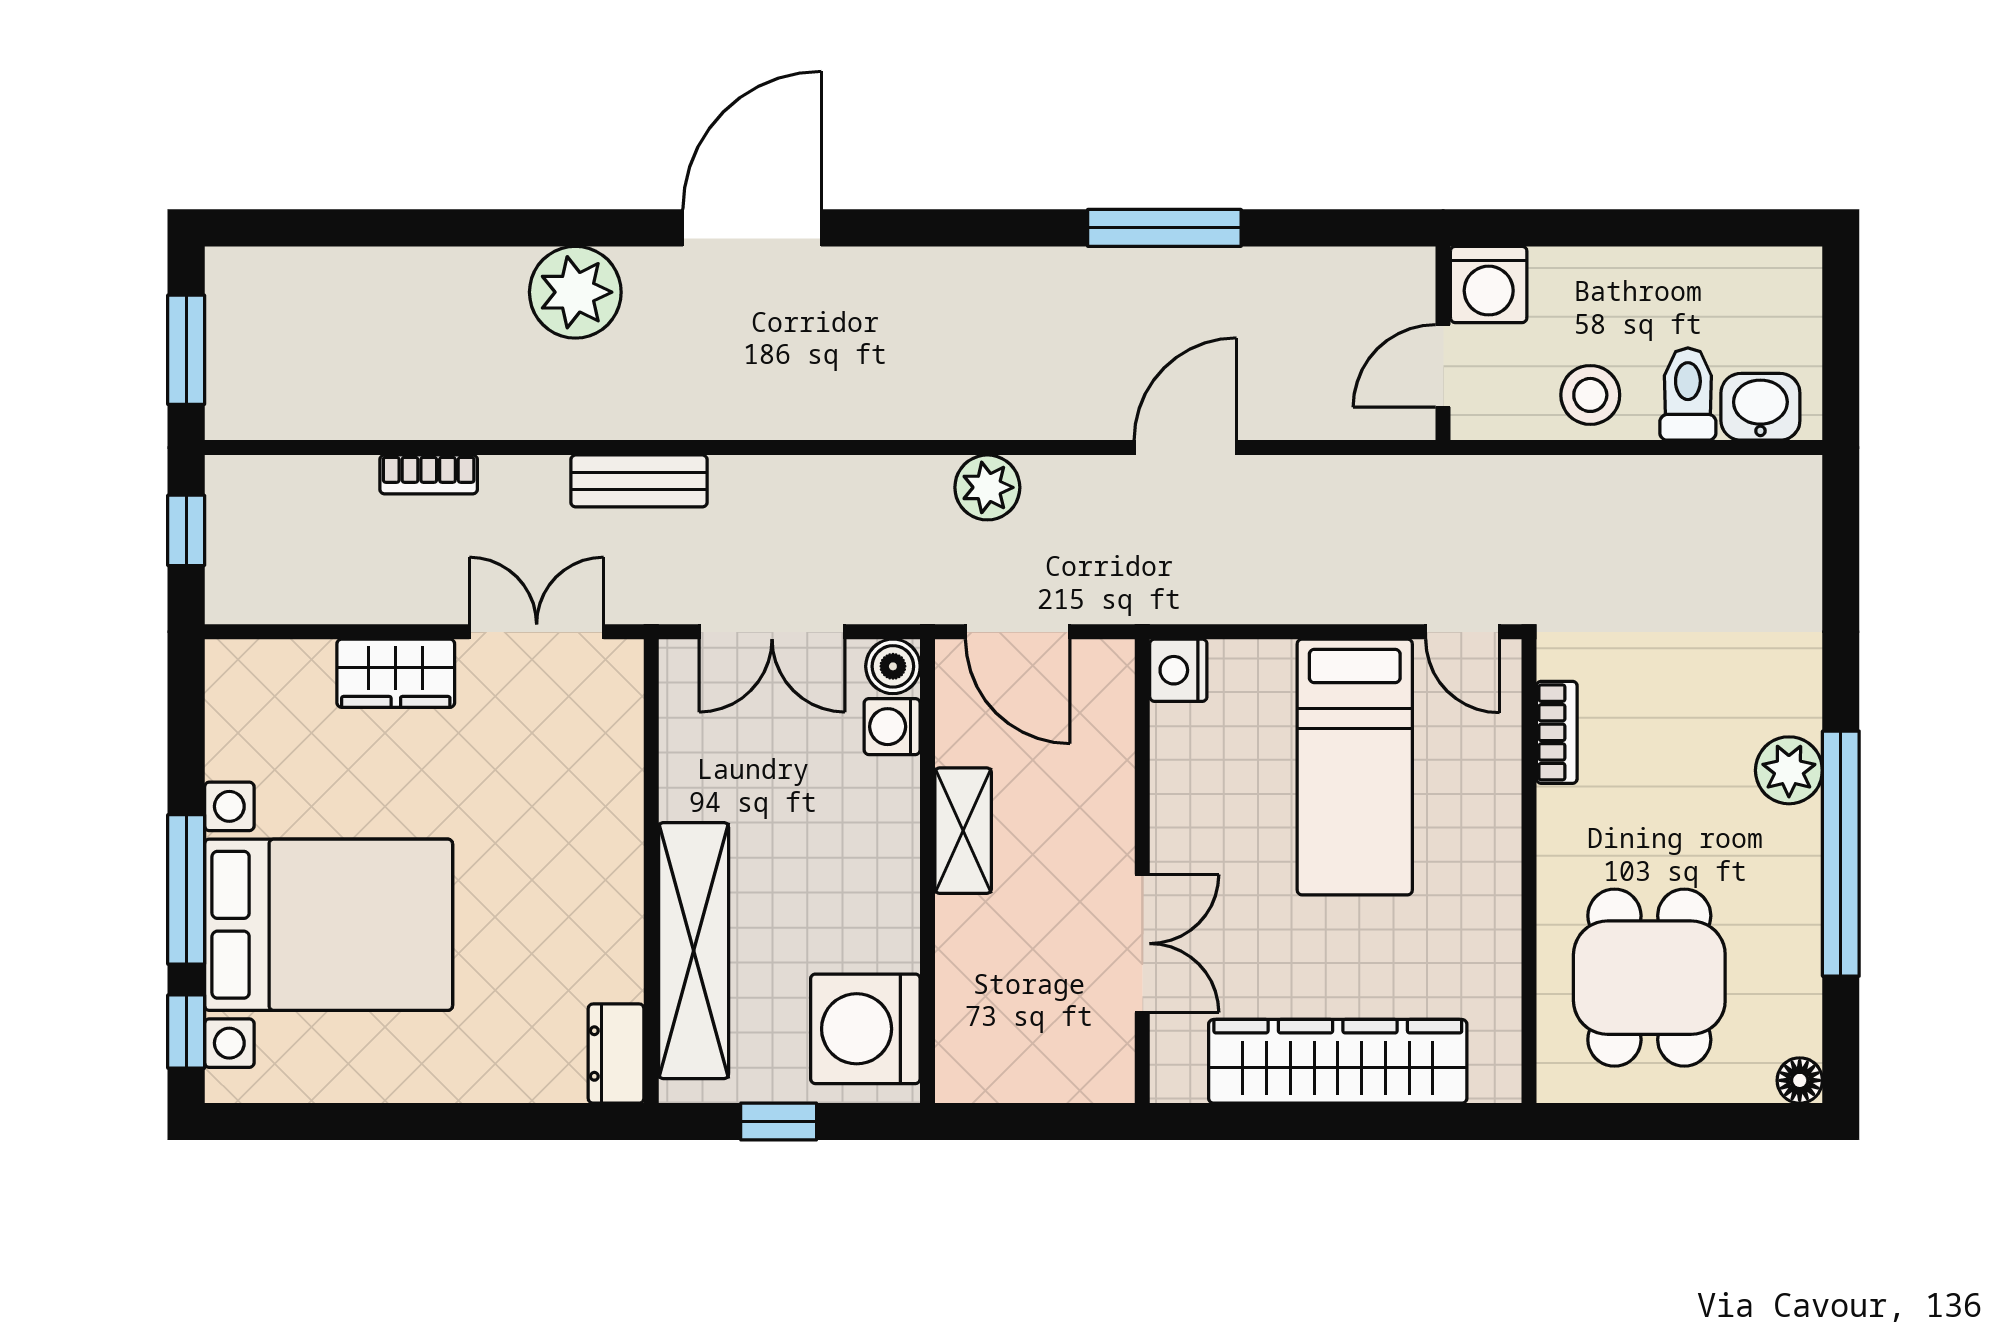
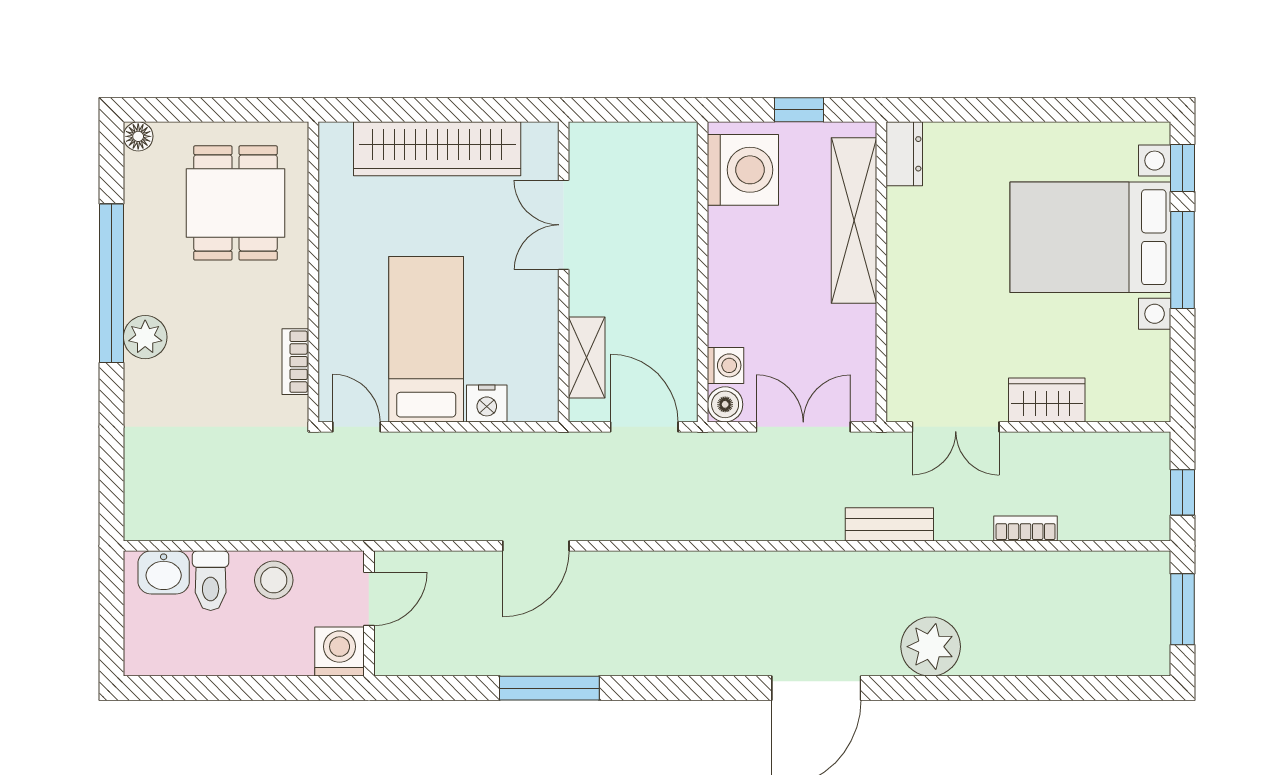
plant: (987, 487) -> (664, 520), removed
nightstand: (1178, 670) -> (487, 403), moved, turned 90
shelving: (963, 831) -> (587, 357), moved

